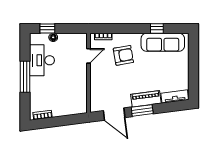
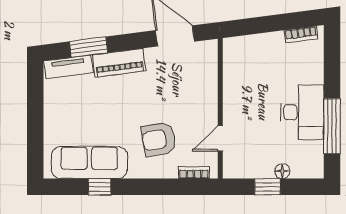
window: (47, 28) -> (267, 187), moved
desk: (42, 60) -> (302, 112), moved
window: (25, 77) -> (332, 126), moved
window: (142, 110) -> (89, 47), moved

